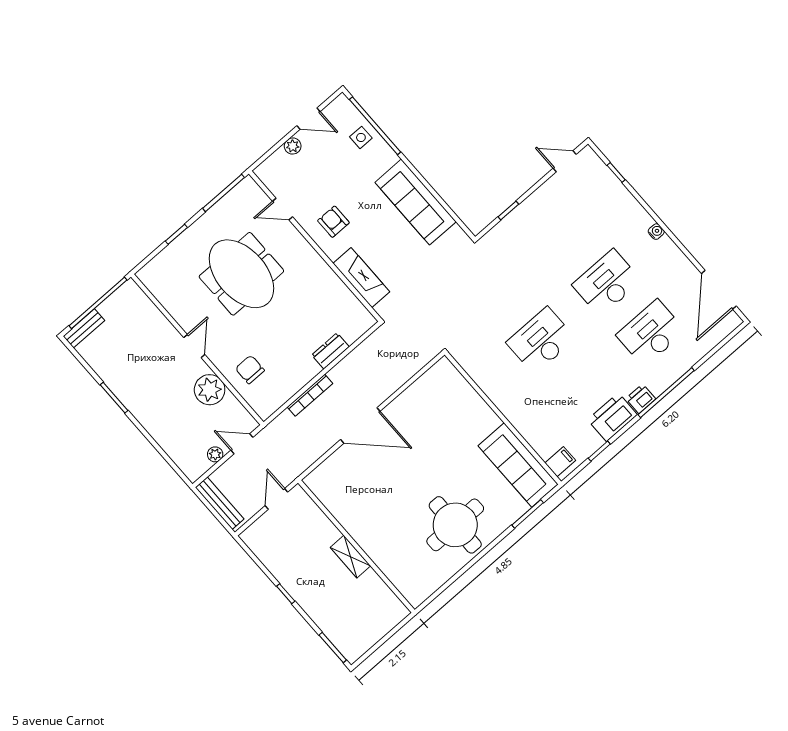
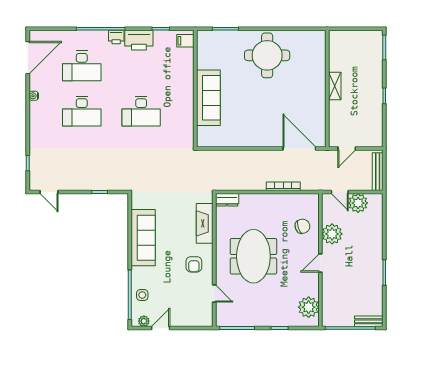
door: (308, 119) -> (161, 328), hinge flipped
plant: (293, 146) -> (144, 321), moved
water cooler: (656, 232) -> (34, 96), moved
meeting table: (241, 274) -> (253, 256), moved
plant: (165, 286) -> (309, 307), added
dresser: (330, 351) -> (227, 200), moved
chair: (250, 369) -> (302, 226), turned -108
door: (360, 425) -> (299, 148), moved
plant: (215, 454) -> (358, 203), width x1.88, depth x1.88
sofa: (518, 465) -> (208, 98), moved

